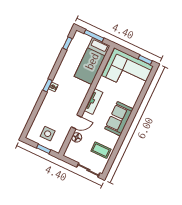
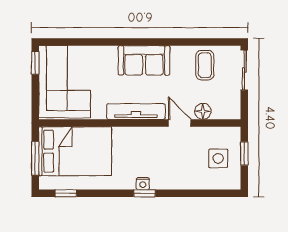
bed: (92, 61) -> (75, 151), width x1.50
tv unit: (94, 102) -> (136, 112), width x1.41

